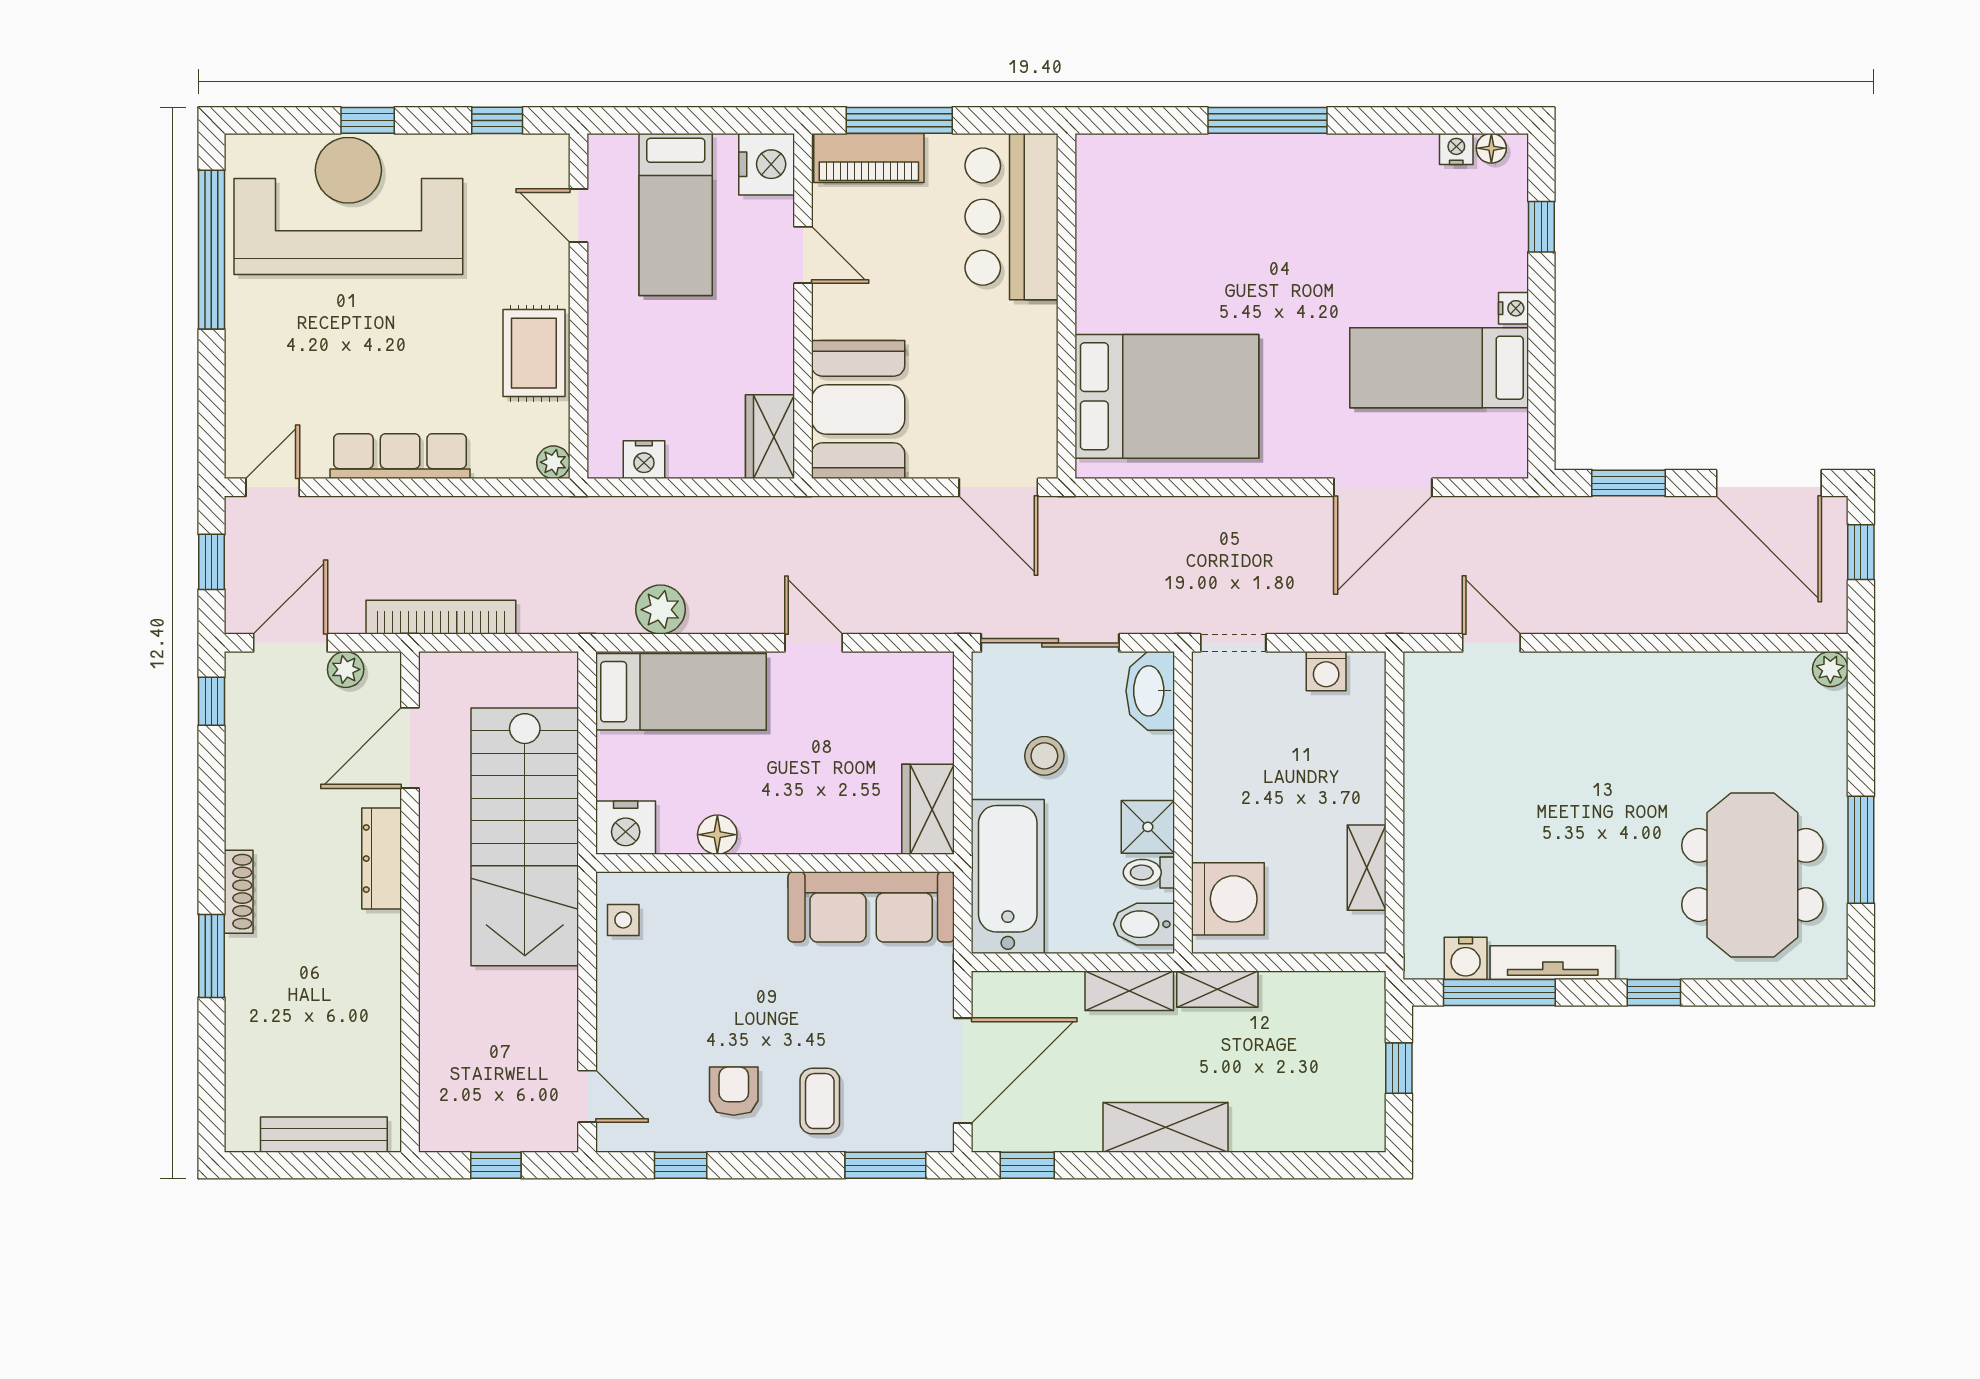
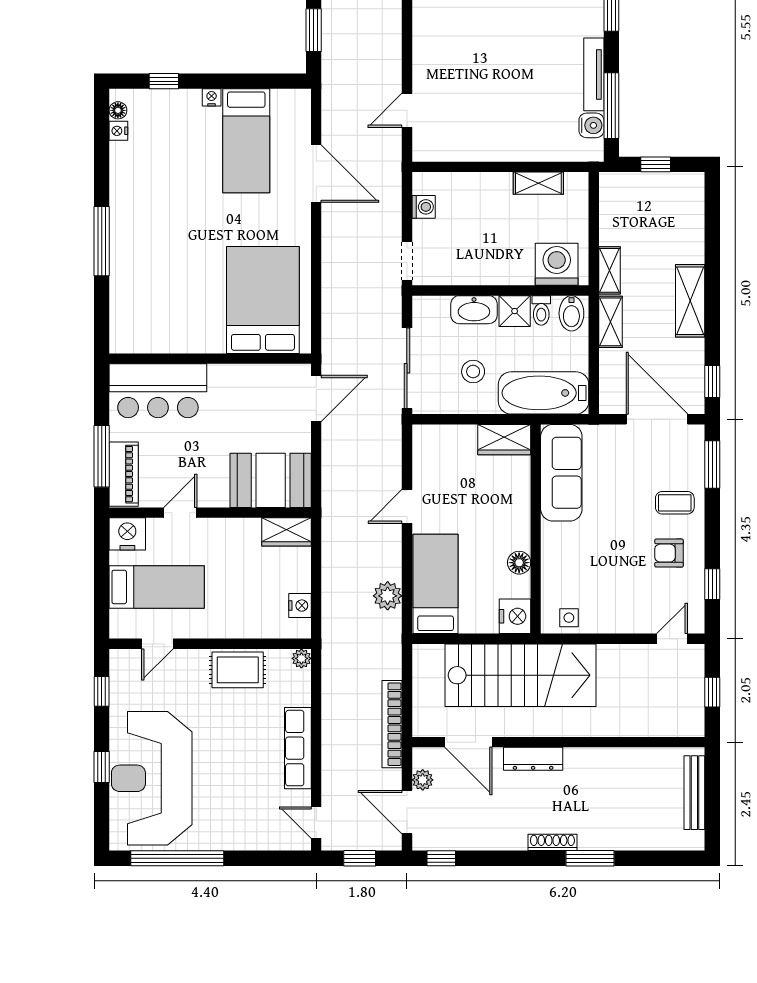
washbasin: (1150, 691) -> (474, 310), moved

